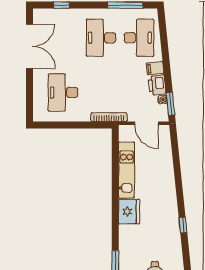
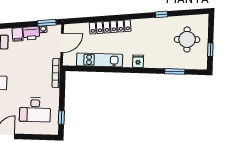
window: (54, 125) -> (61, 117), added
locker: (168, 182) -> (110, 27), added
fridge: (129, 212) -> (138, 61), width x0.53, depth x0.75
window: (183, 225) -> (161, 14), moved

